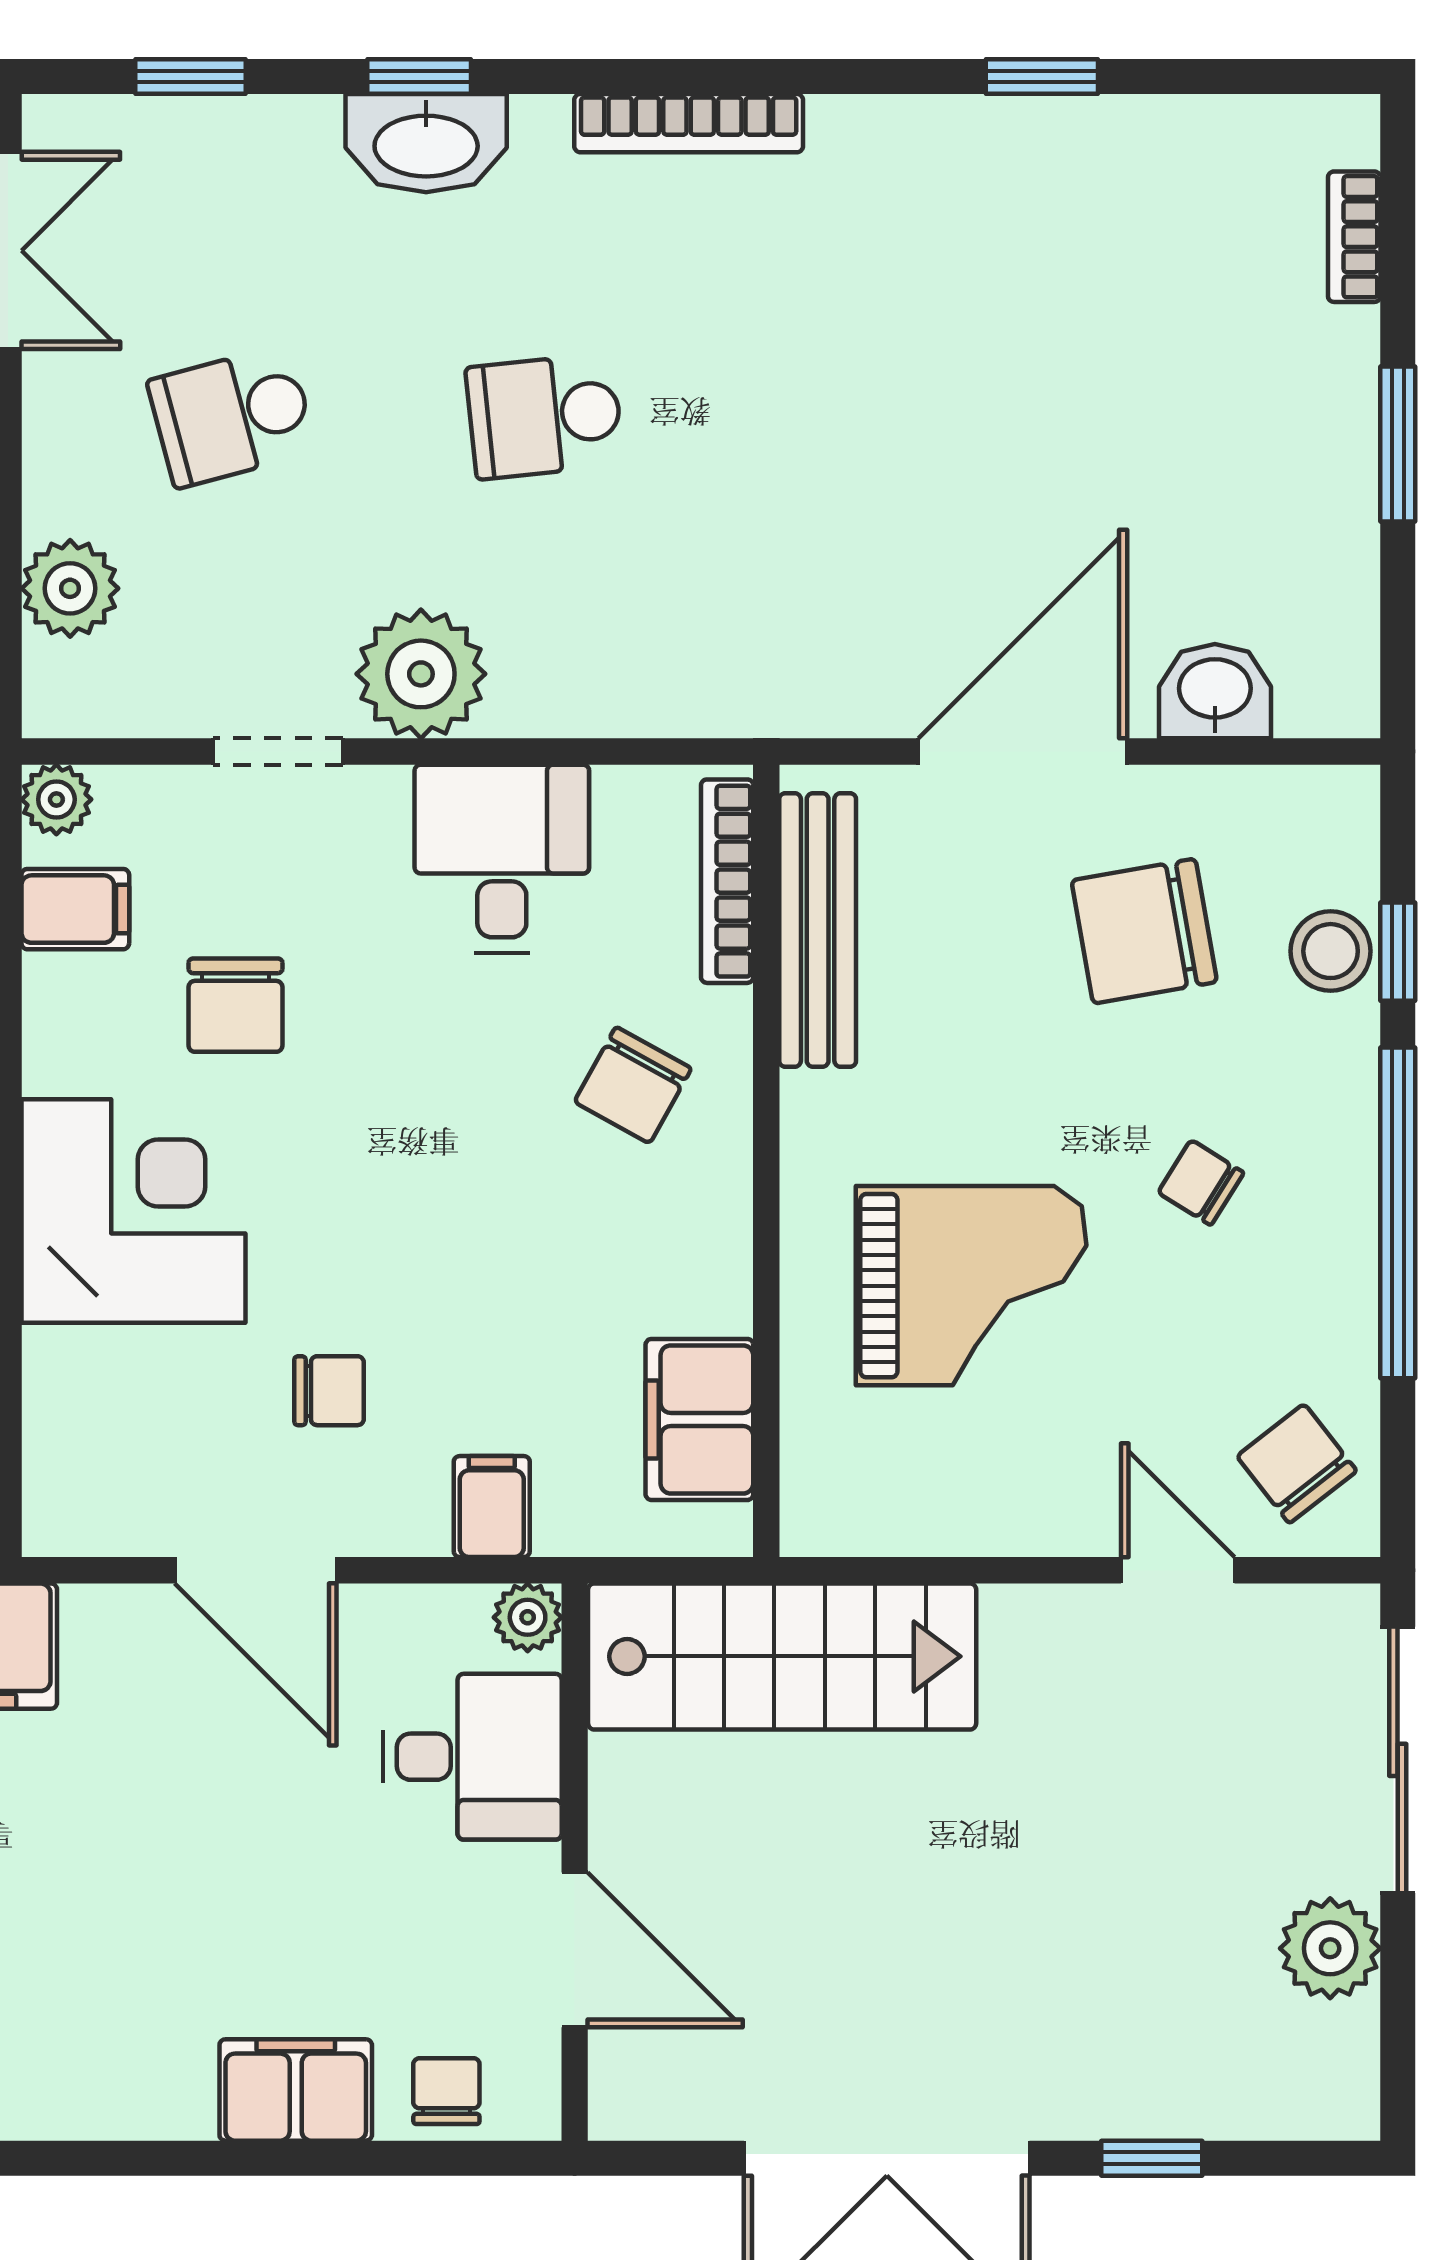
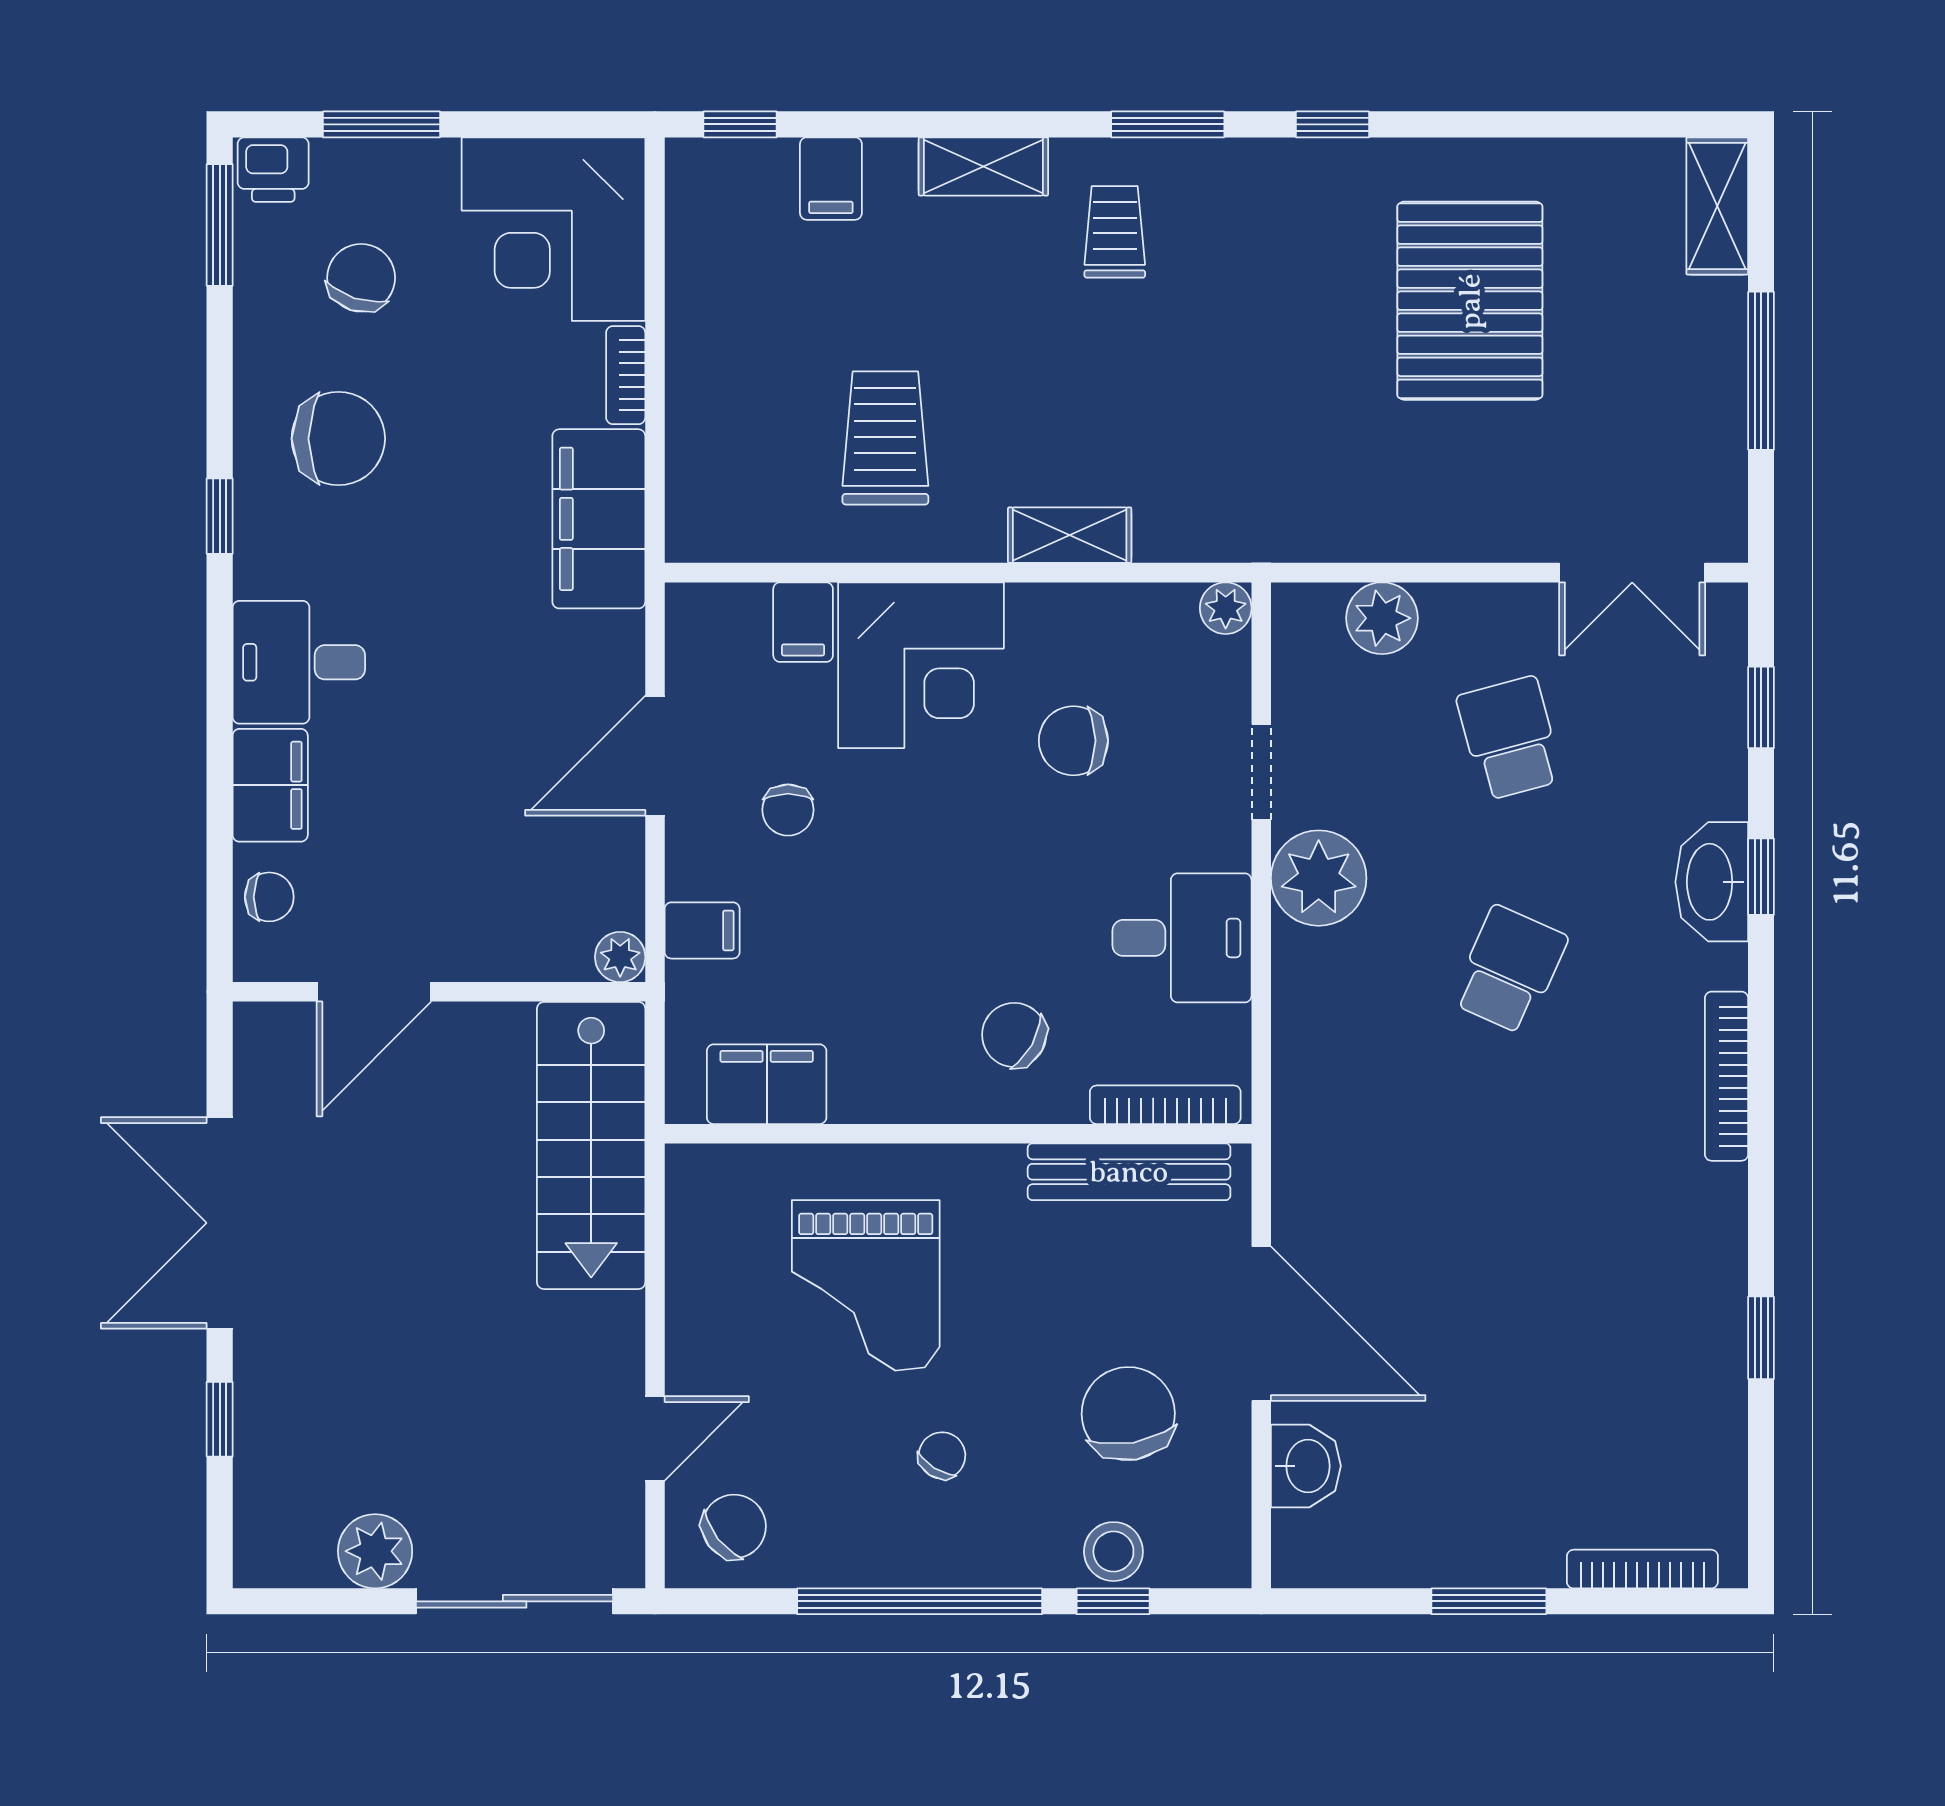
bookcase: (1354, 237) -> (1642, 1569), width x1.56
school desk: (545, 416) -> (1510, 970), turned 30
filing cabinet: (75, 909) -> (803, 622), moved
desk: (472, 1757) -> (299, 662), moved, turned 90

